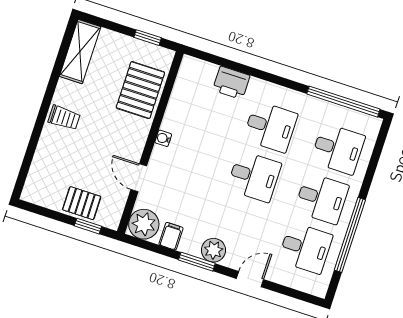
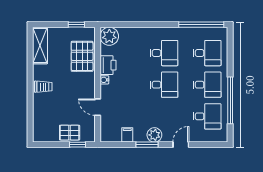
printer: (231, 83) -> (108, 65), moved, turned -90
plant: (144, 224) -> (109, 36), moved

